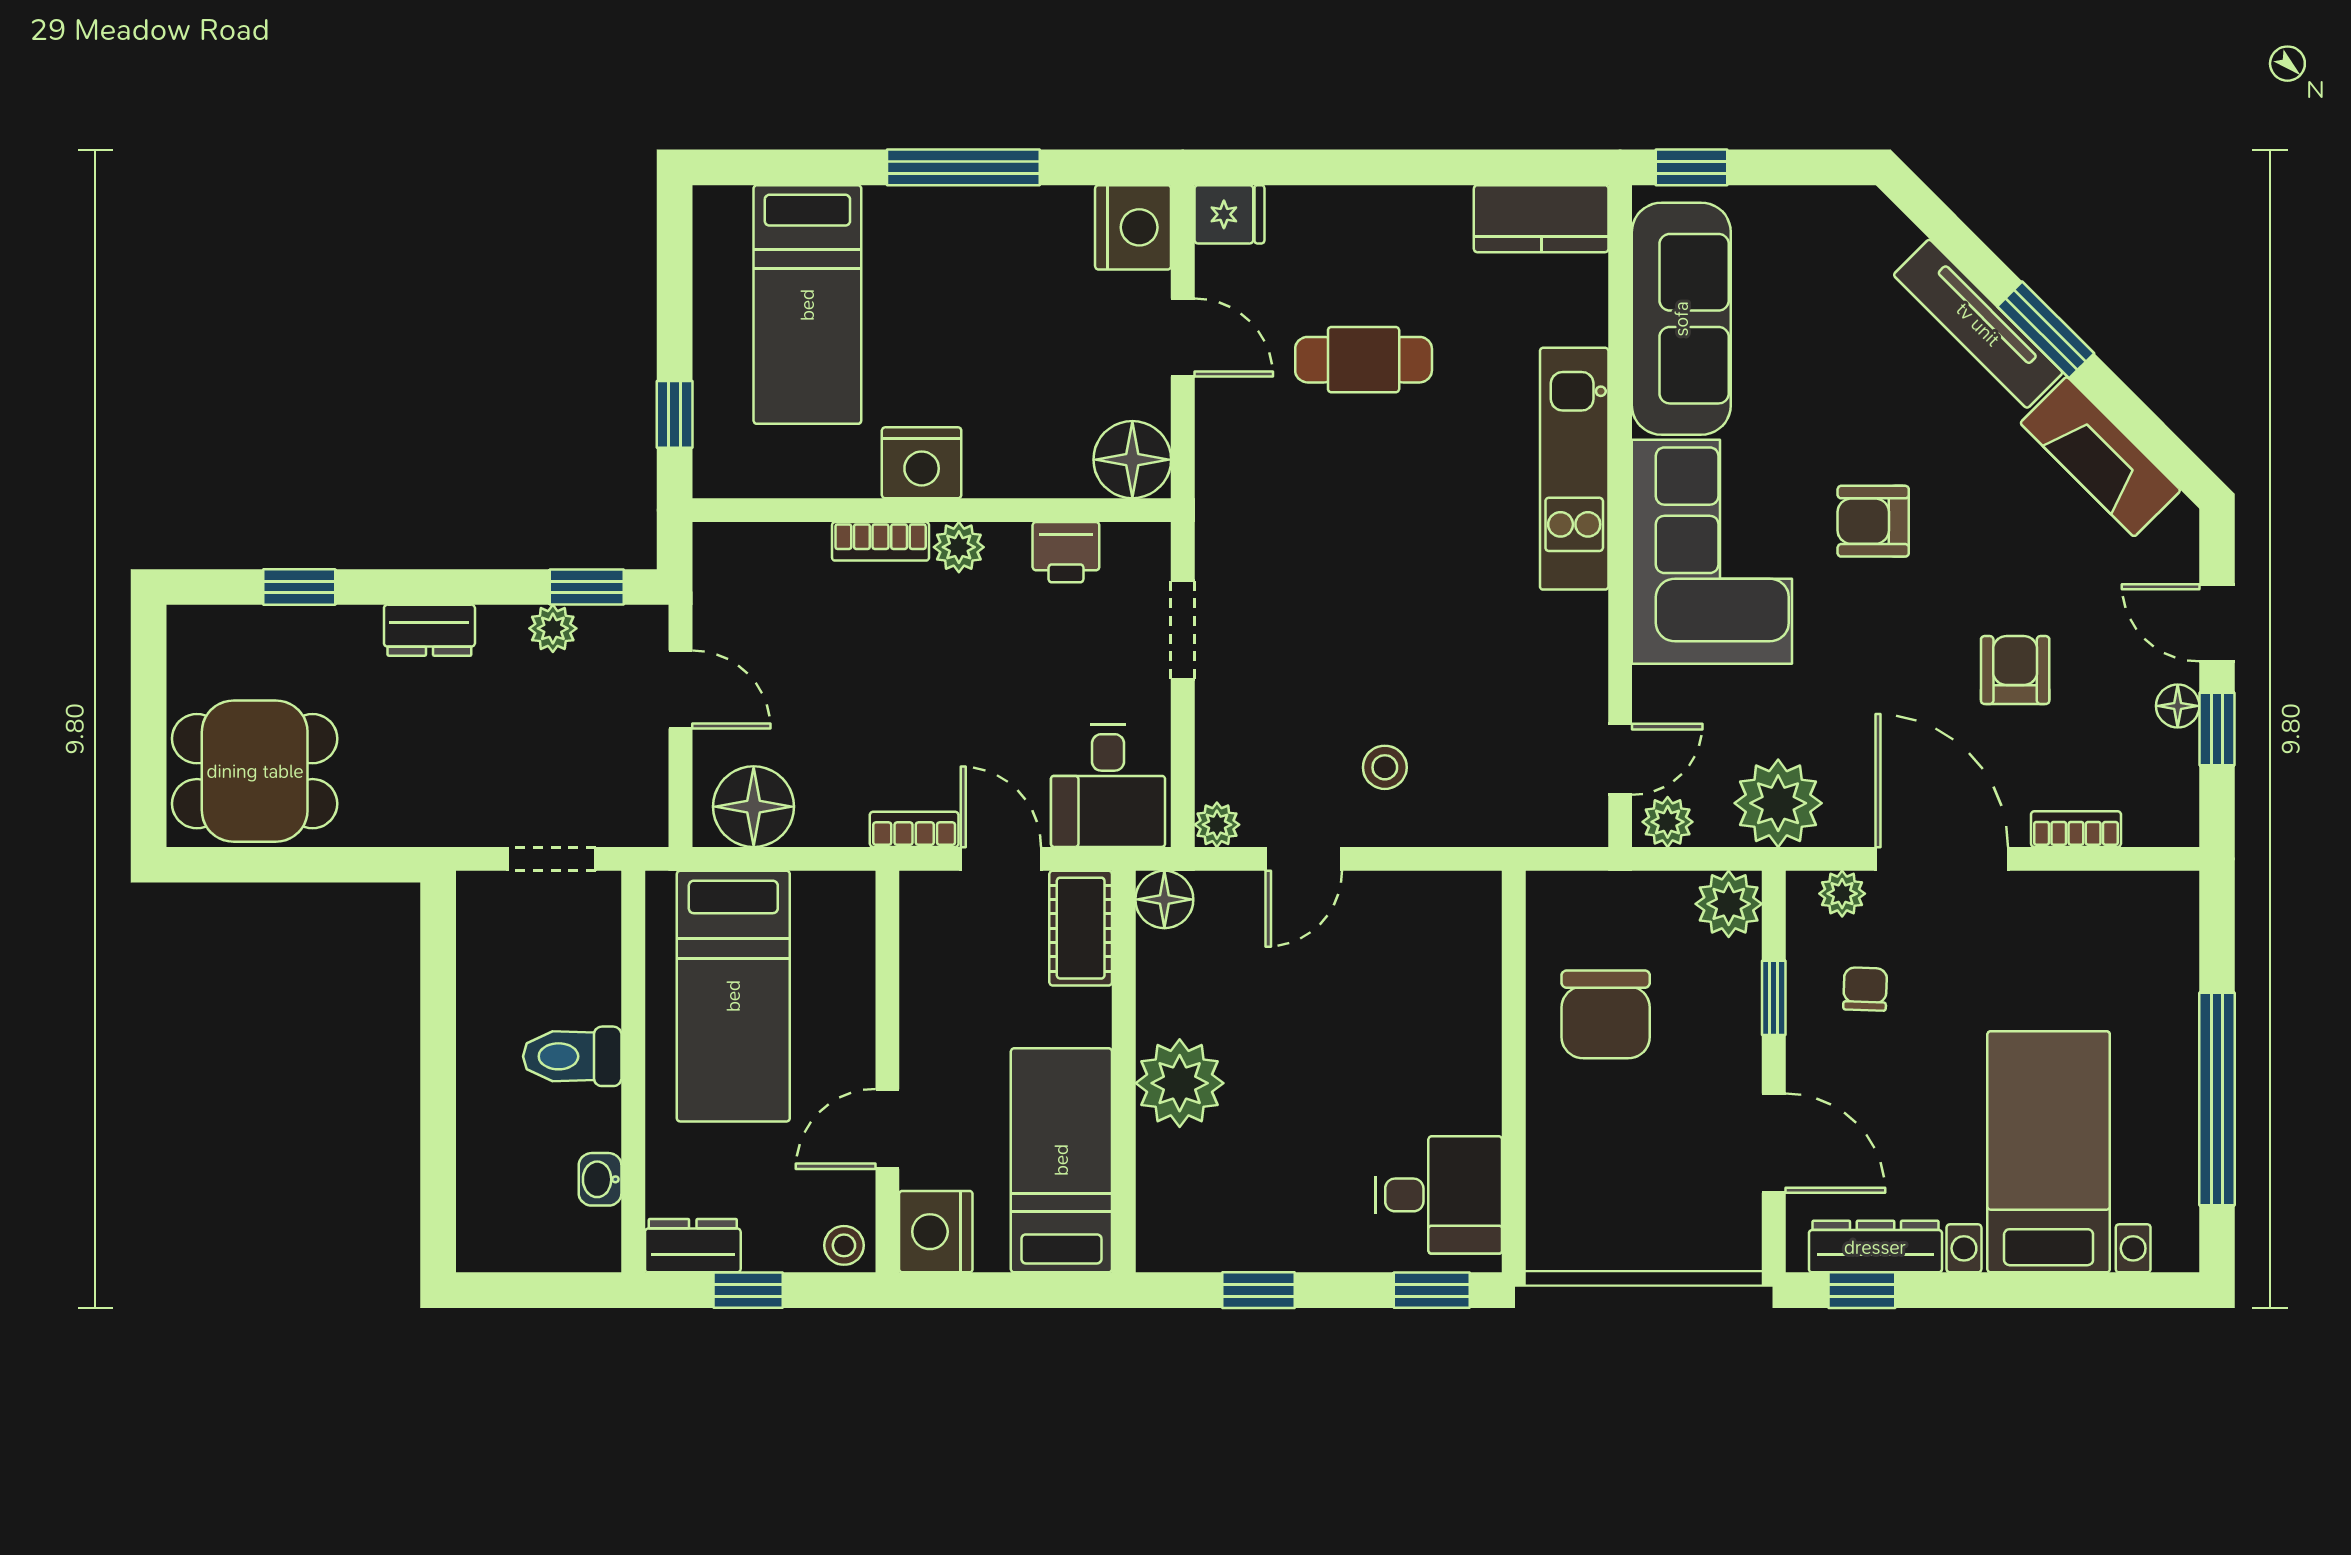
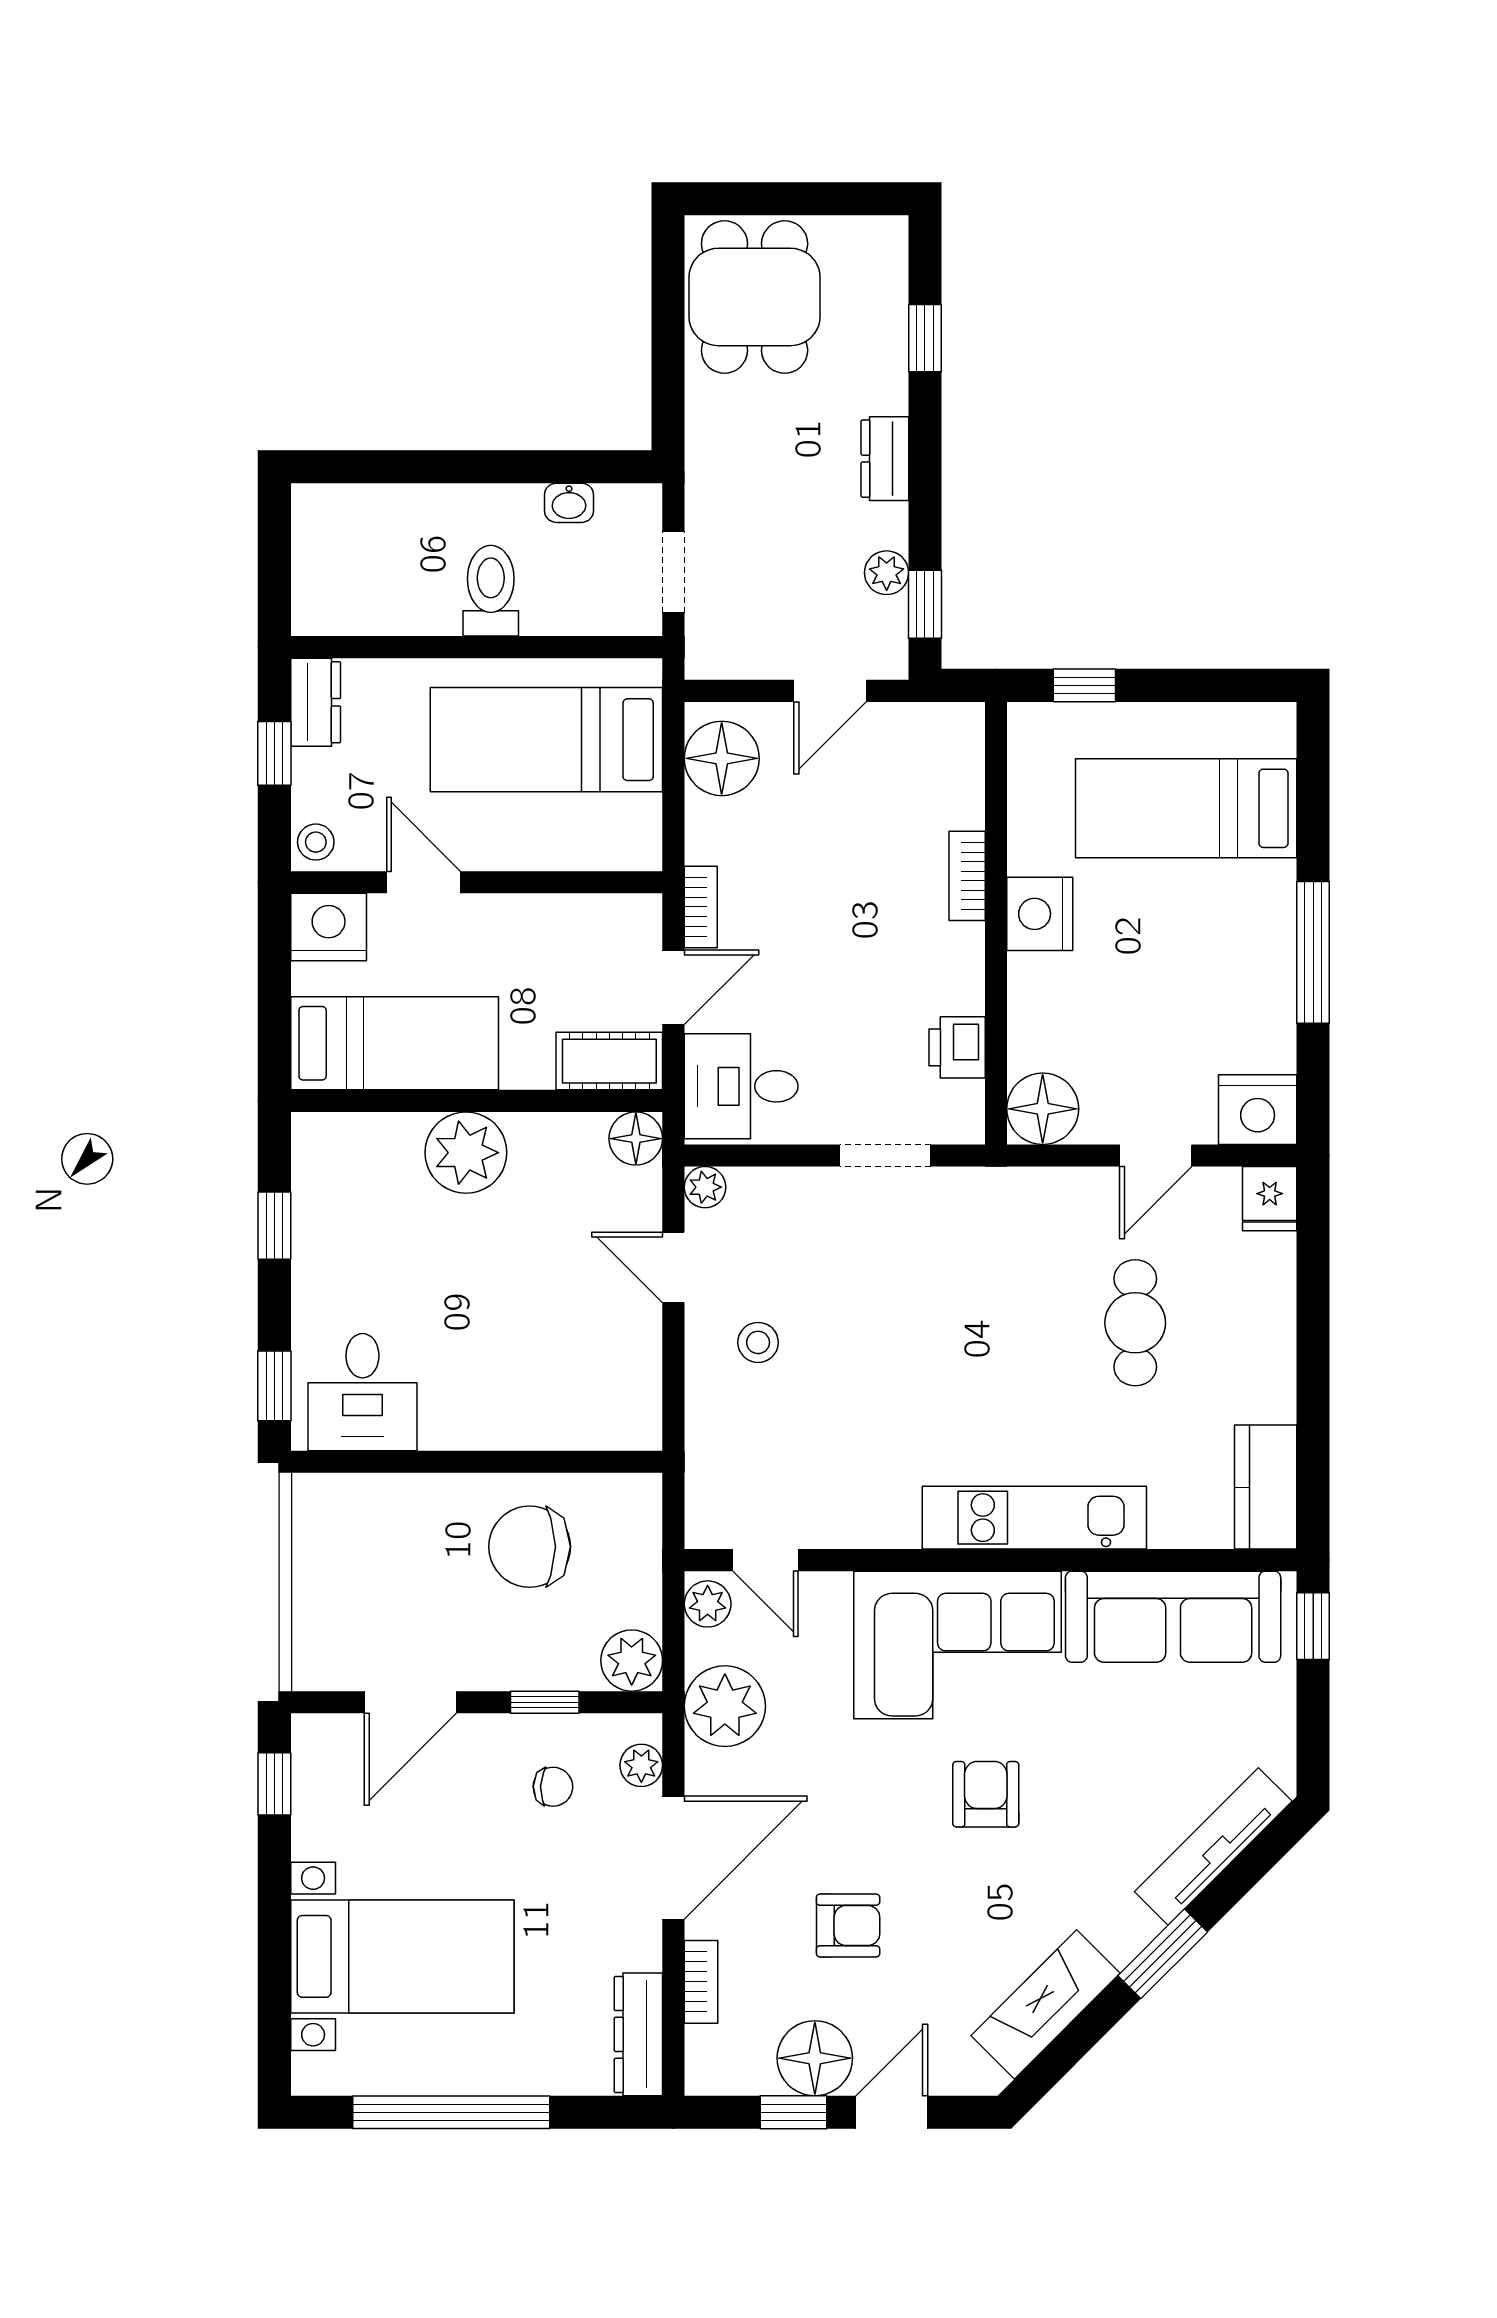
tv unit: (1978, 324) -> (1213, 1846), moved
plant: (959, 547) -> (962, 948), removed
floor lamp: (2178, 706) -> (815, 2058), width x1.89, depth x1.89
washbasin: (600, 1179) -> (569, 503), moved, turned 180
dresser: (1875, 1247) -> (638, 2034), moved, turned 180

